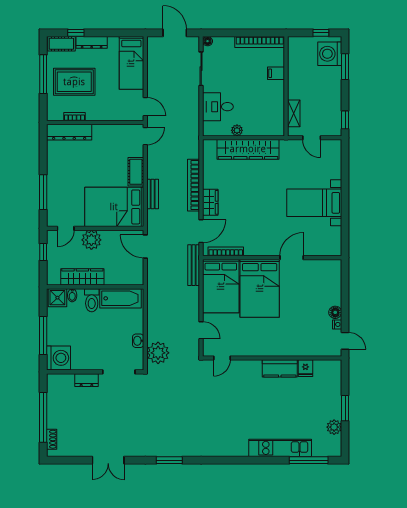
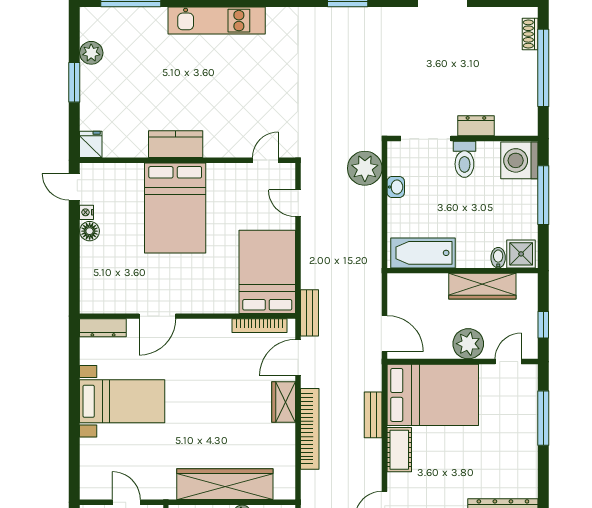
dresser: (327, 250) -> (103, 328), added
bench: (194, 265) -> (309, 313), width x0.73
bed: (260, 288) -> (175, 208), moved, turned 180
toilet: (92, 300) -> (464, 159), moved, turned 180
fridge: (305, 368) -> (91, 144), moved
kitchen unit: (280, 448) -> (217, 21), moved

